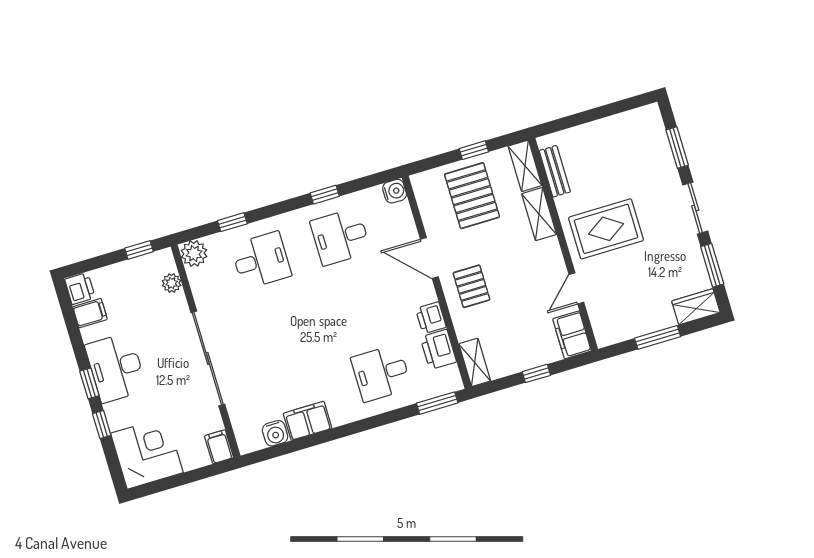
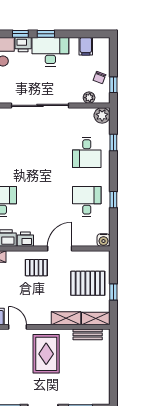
chair: (134, 276) -> (99, 78), added
printer: (80, 289) -> (23, 45), moved

